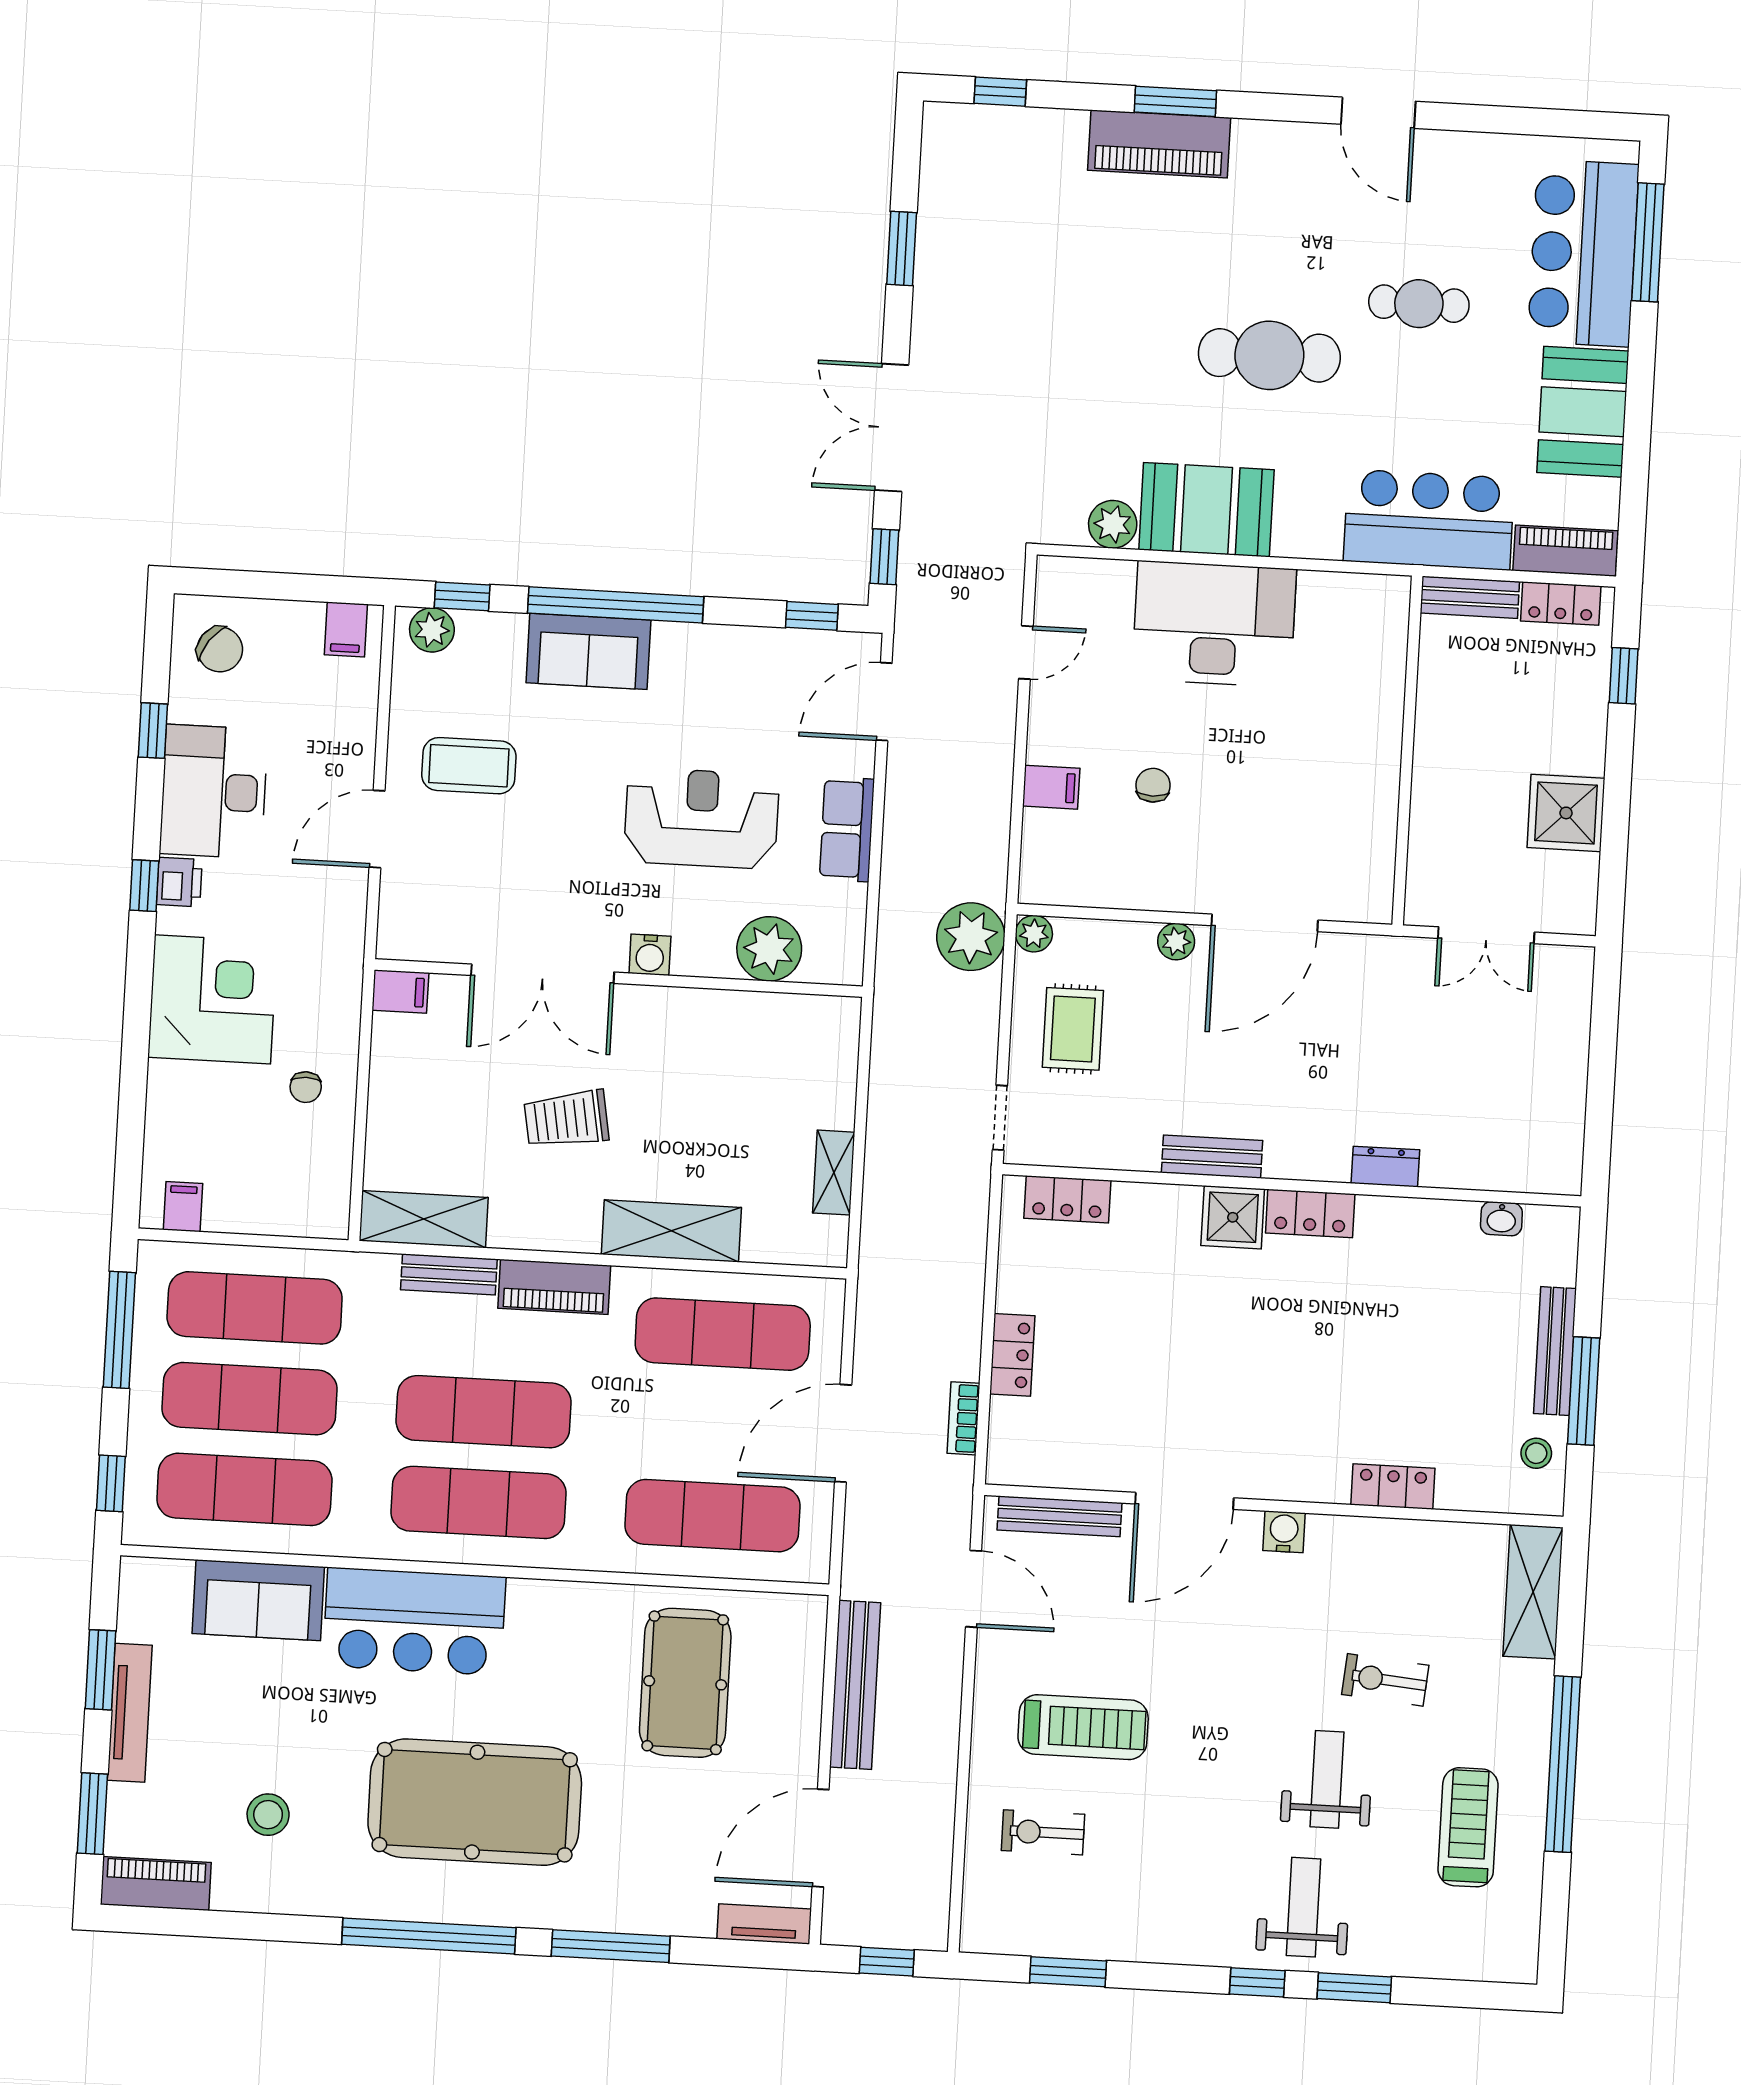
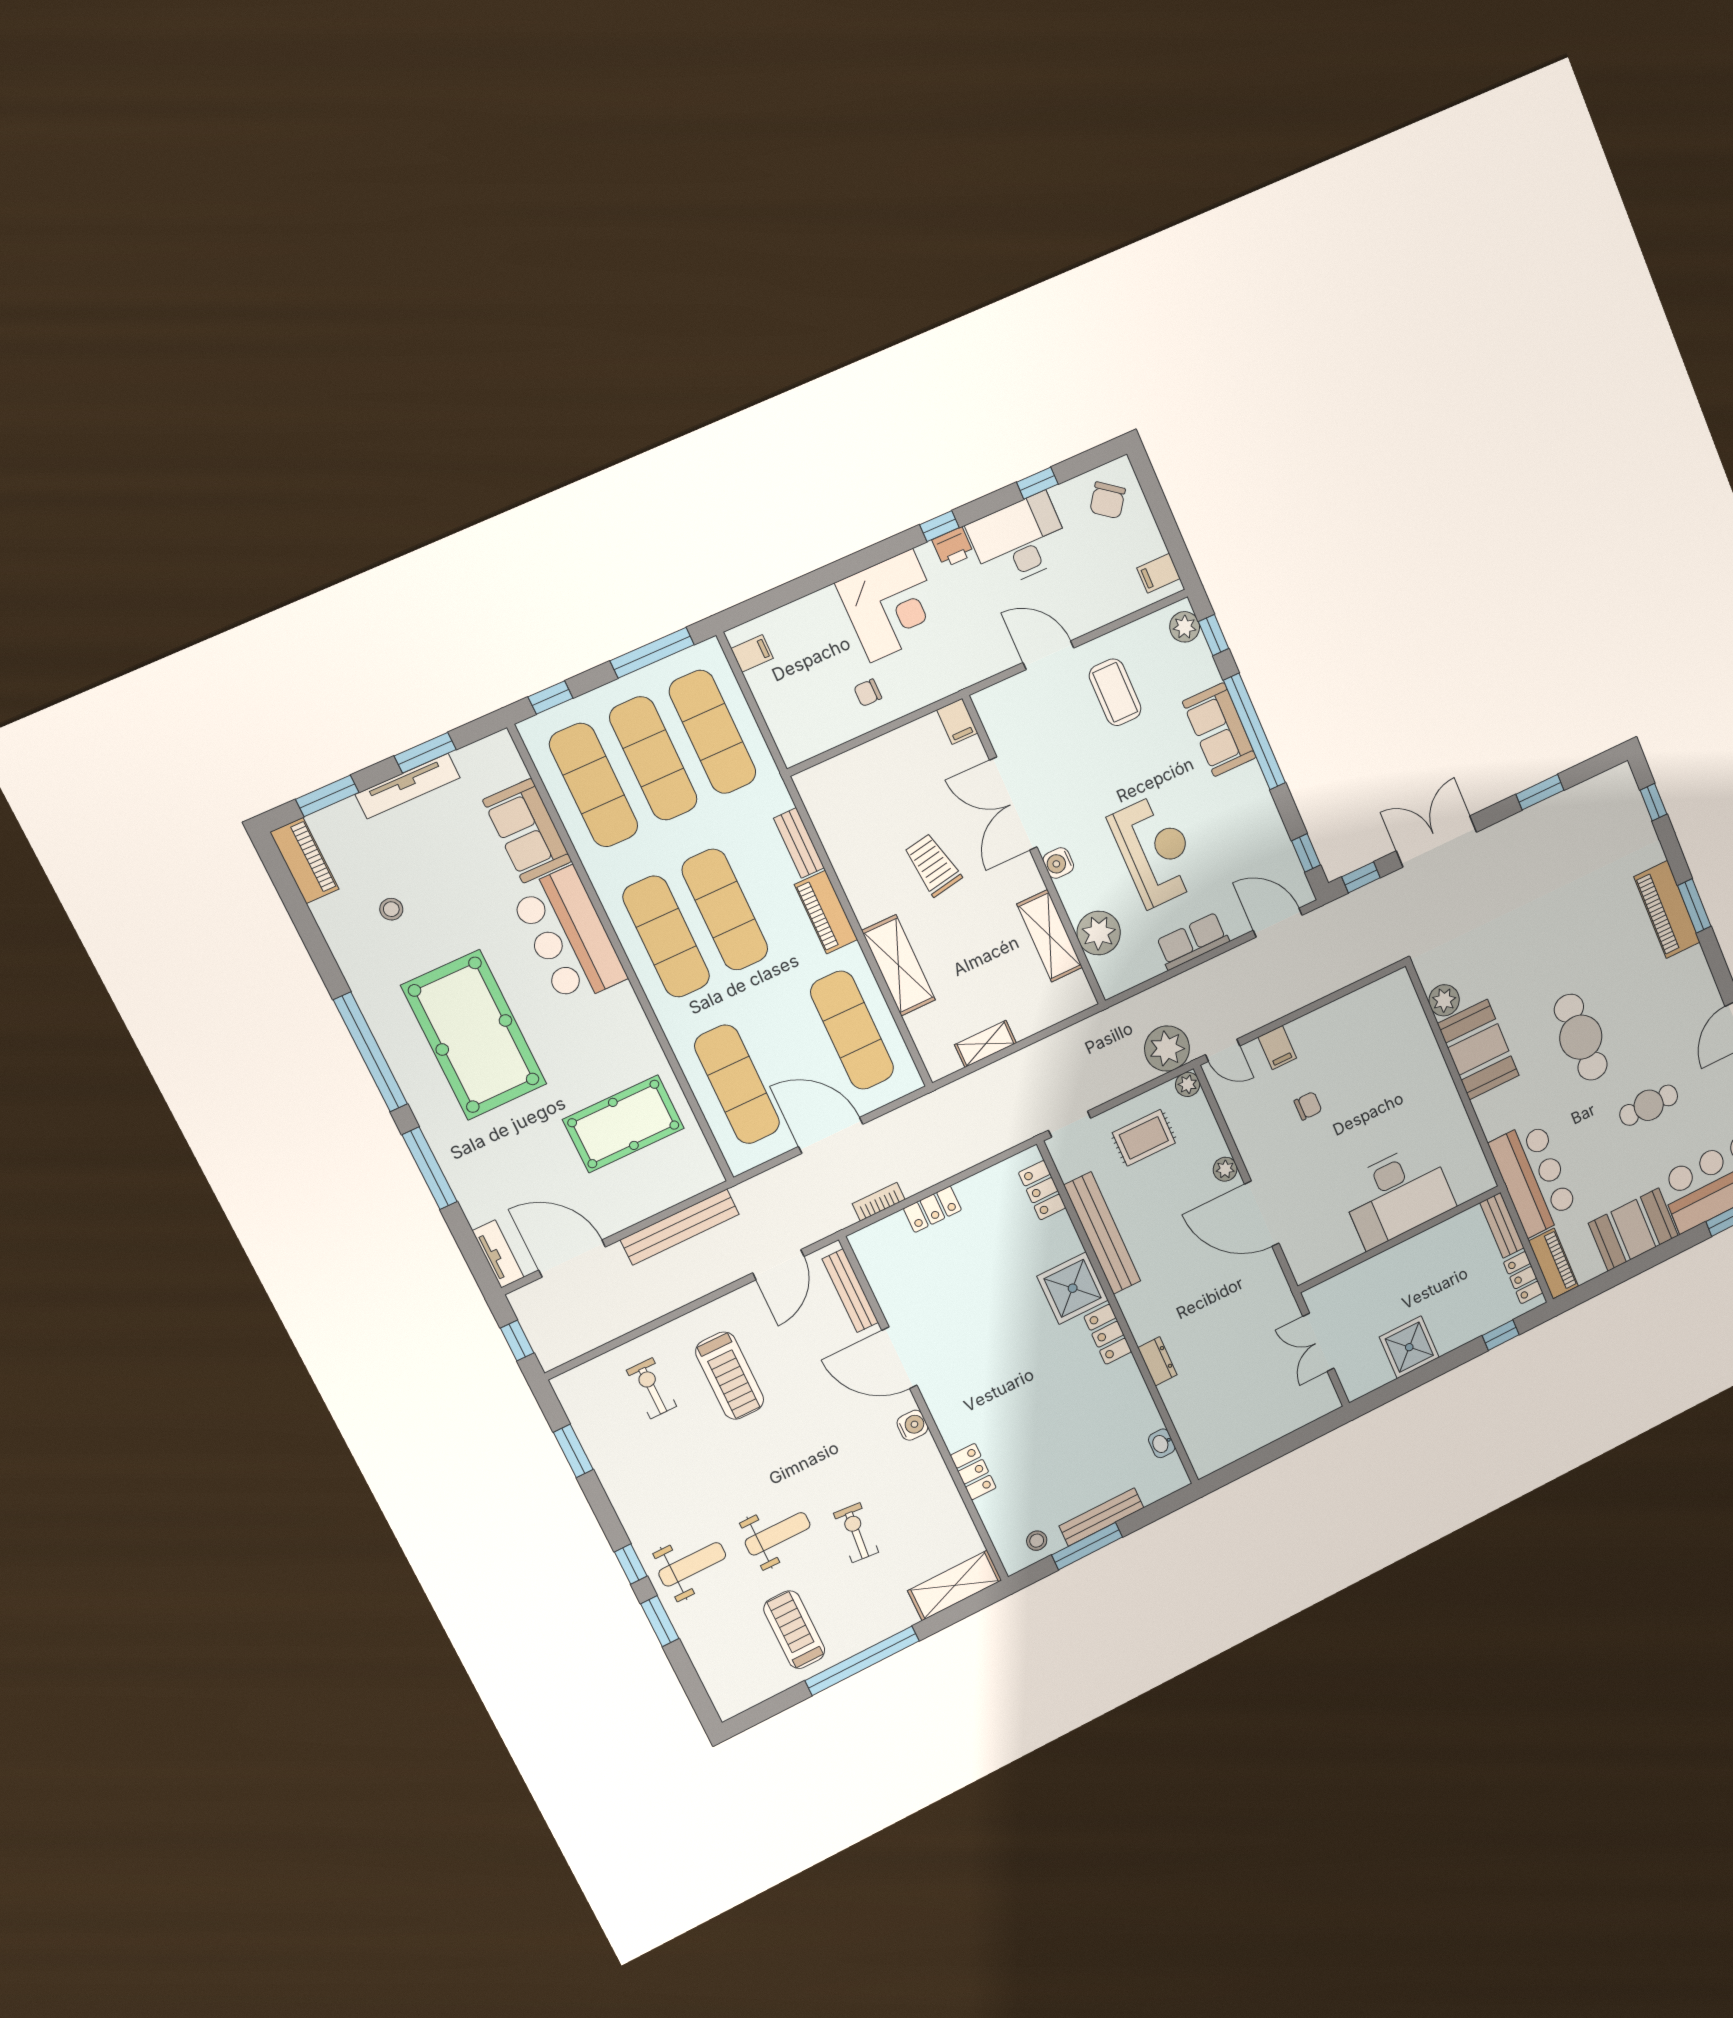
cafe table: (1419, 304) -> (1649, 1105), turned 90
desk: (1214, 624) -> (1397, 1195), moved, turned 90
door: (1026, 652) -> (1223, 1050), moved
bench: (1212, 1157) -> (1102, 1233), width x1.86, depth x1.21
shower: (1233, 1217) -> (1073, 1288), width x1.36, depth x1.36
shelving: (424, 1219) -> (1050, 936), moved
stool: (268, 1815) -> (391, 909), width x0.73, depth x0.73
treadmill: (1468, 1827) -> (794, 1630), turned -90

